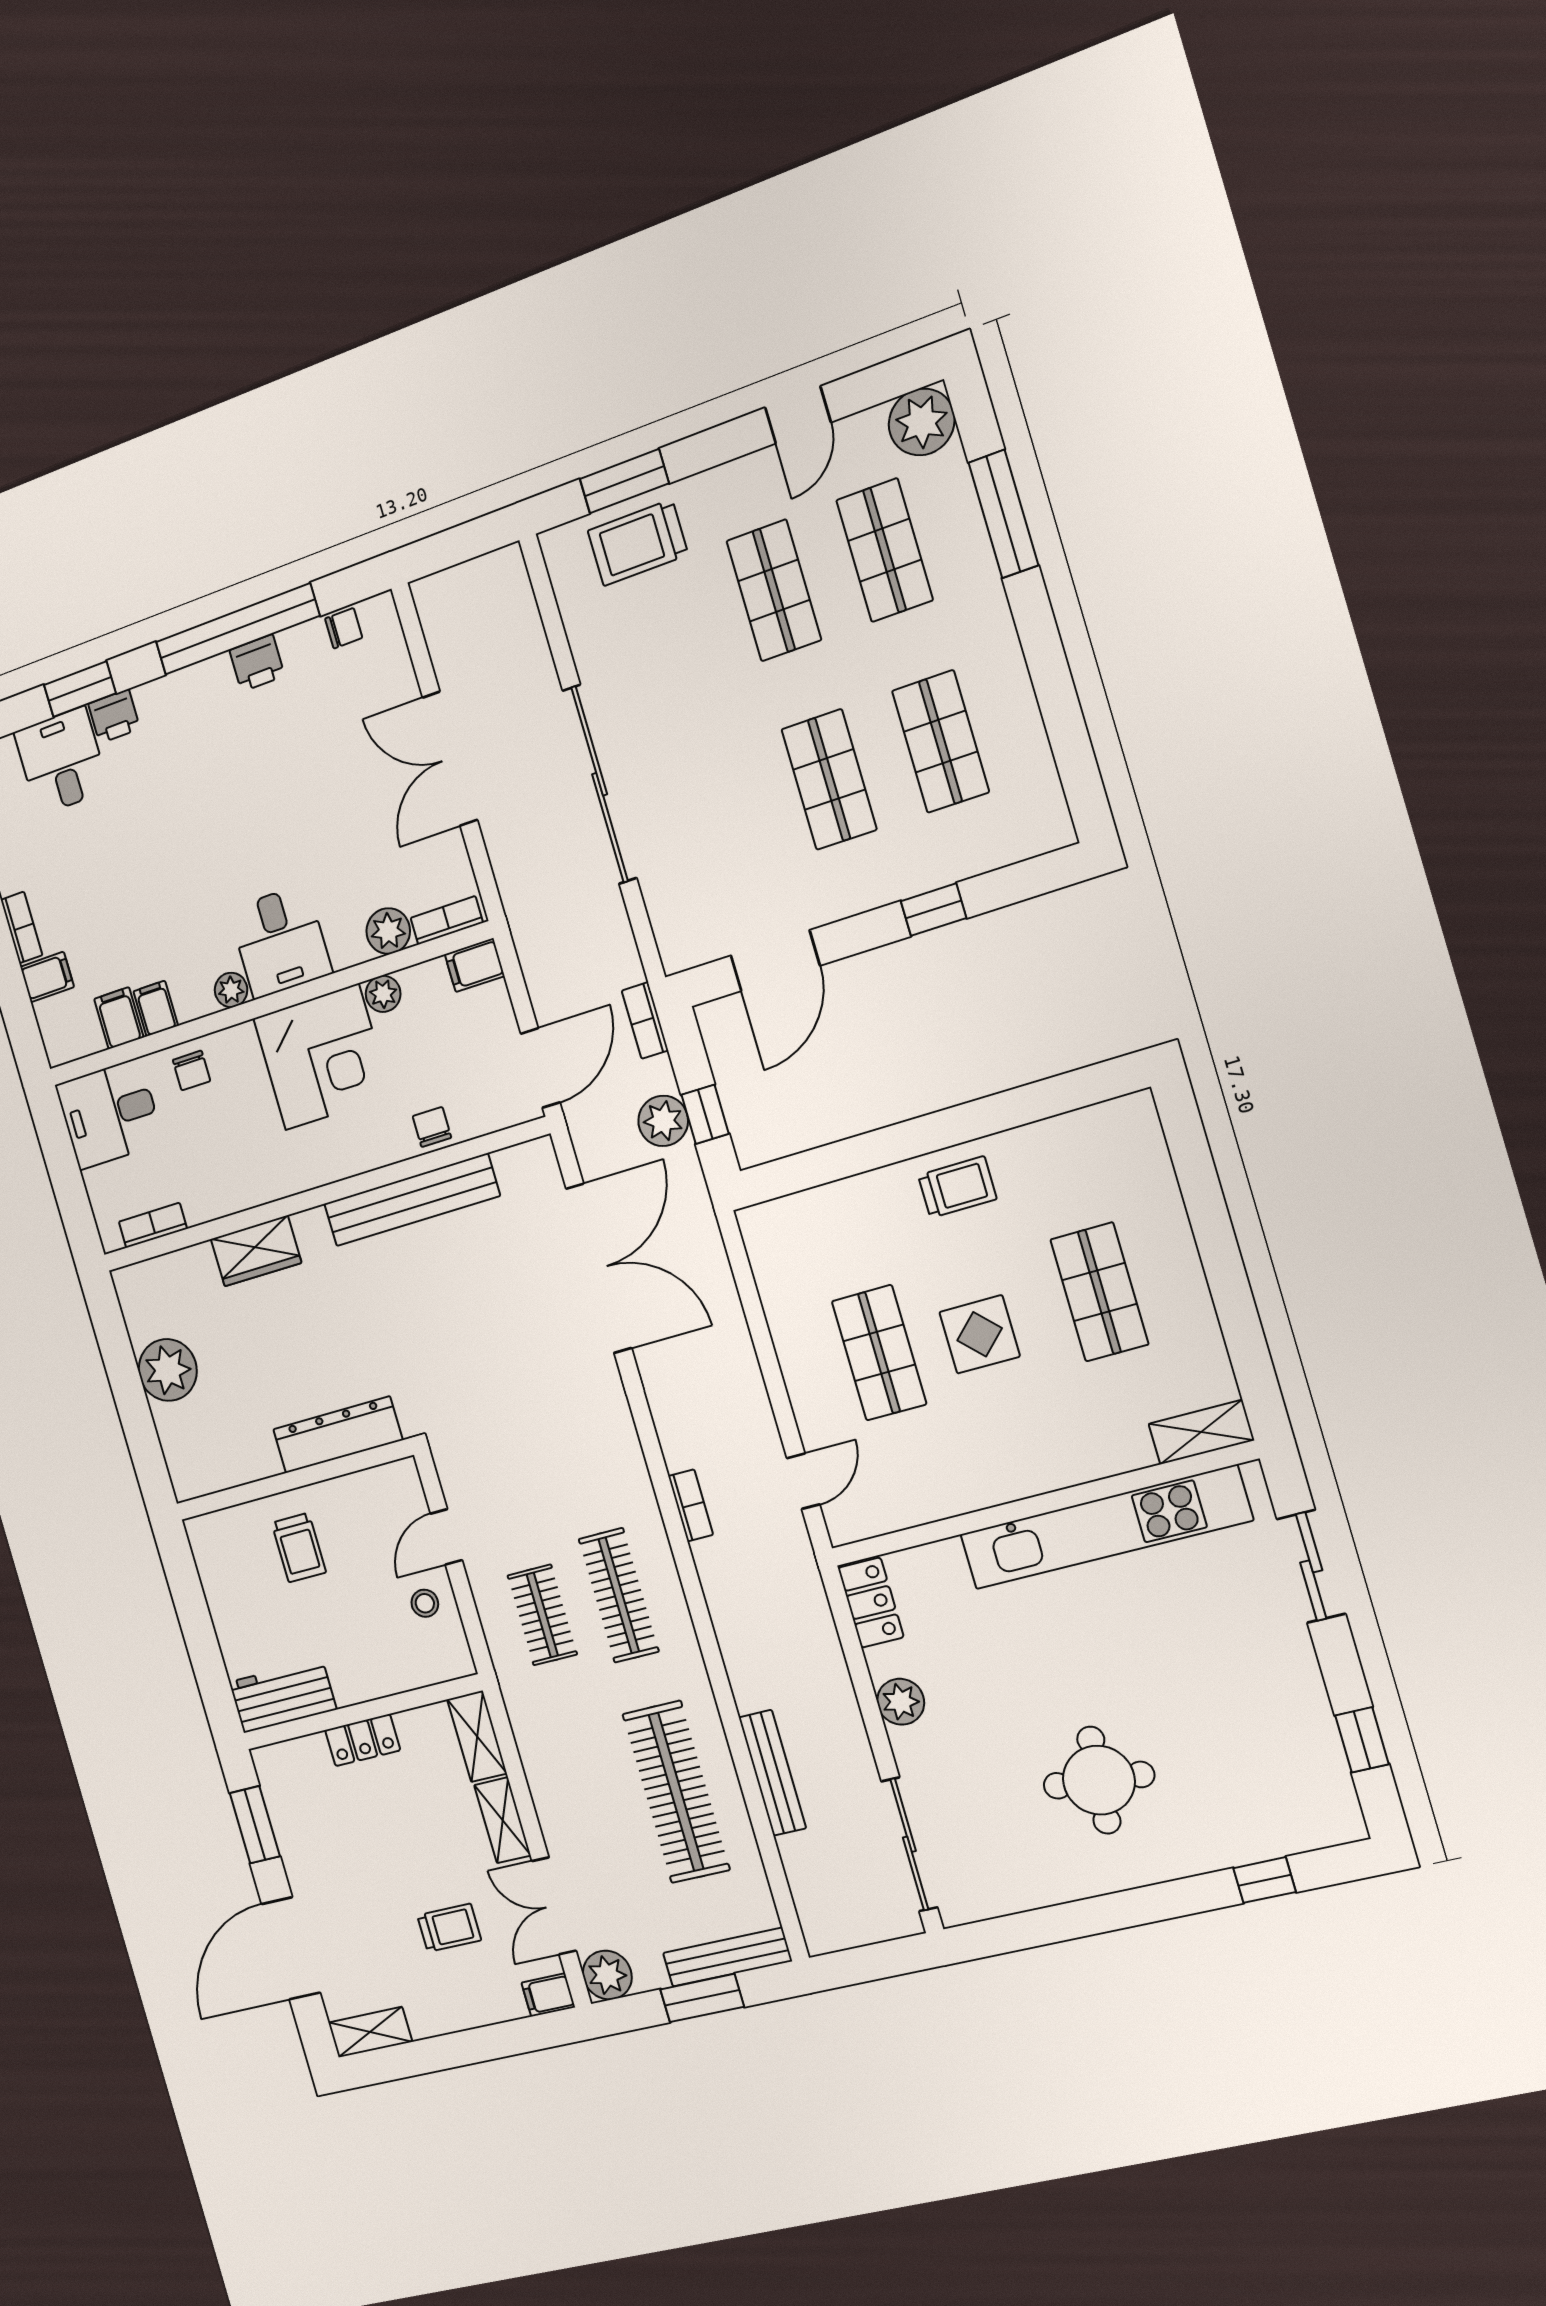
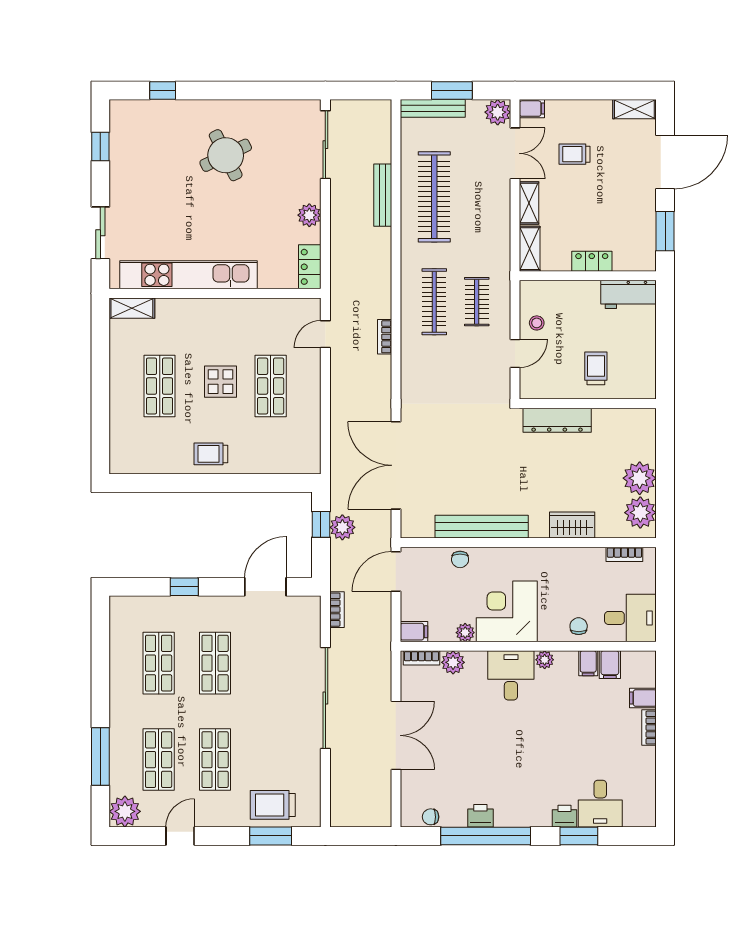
trolley: (638, 543) -> (273, 805), turned 180
bookcase: (645, 1020) -> (337, 610), moved
plant: (149, 1309) -> (640, 513), added
round table: (1099, 1780) -> (226, 155), turned -31

